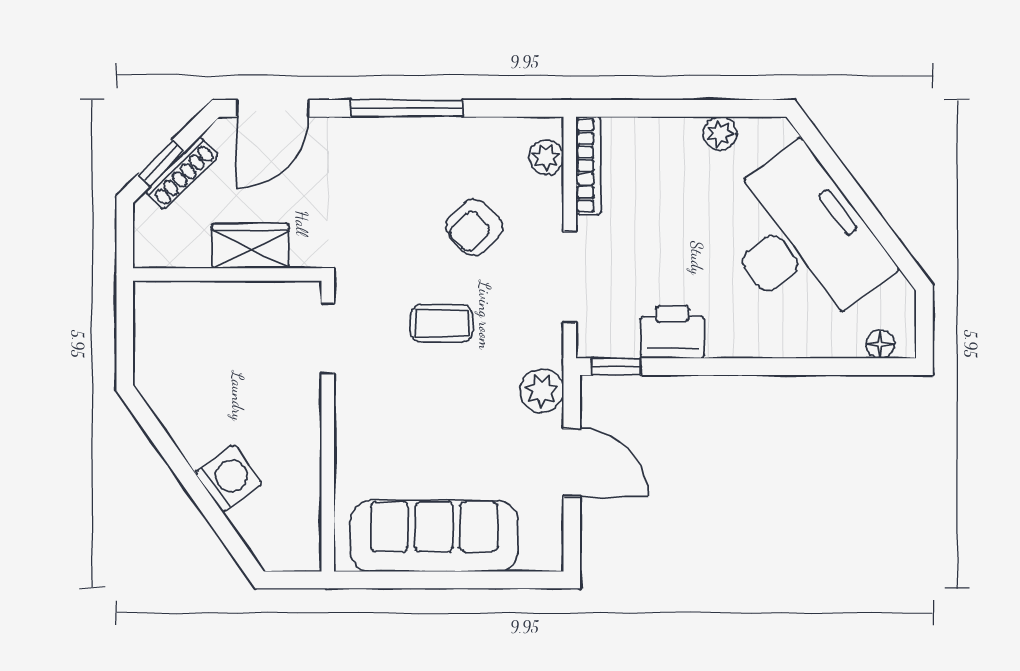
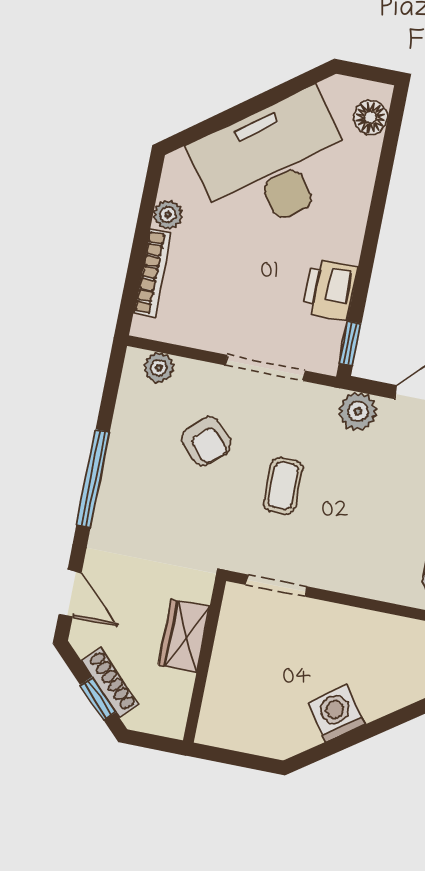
door: (273, 108) -> (70, 593), width x0.73
bookcase: (588, 166) -> (153, 273), moved, turned 90
floor lamp: (880, 344) -> (371, 117), width x1.37, depth x1.37
washing machine: (228, 478) -> (337, 714), moved

